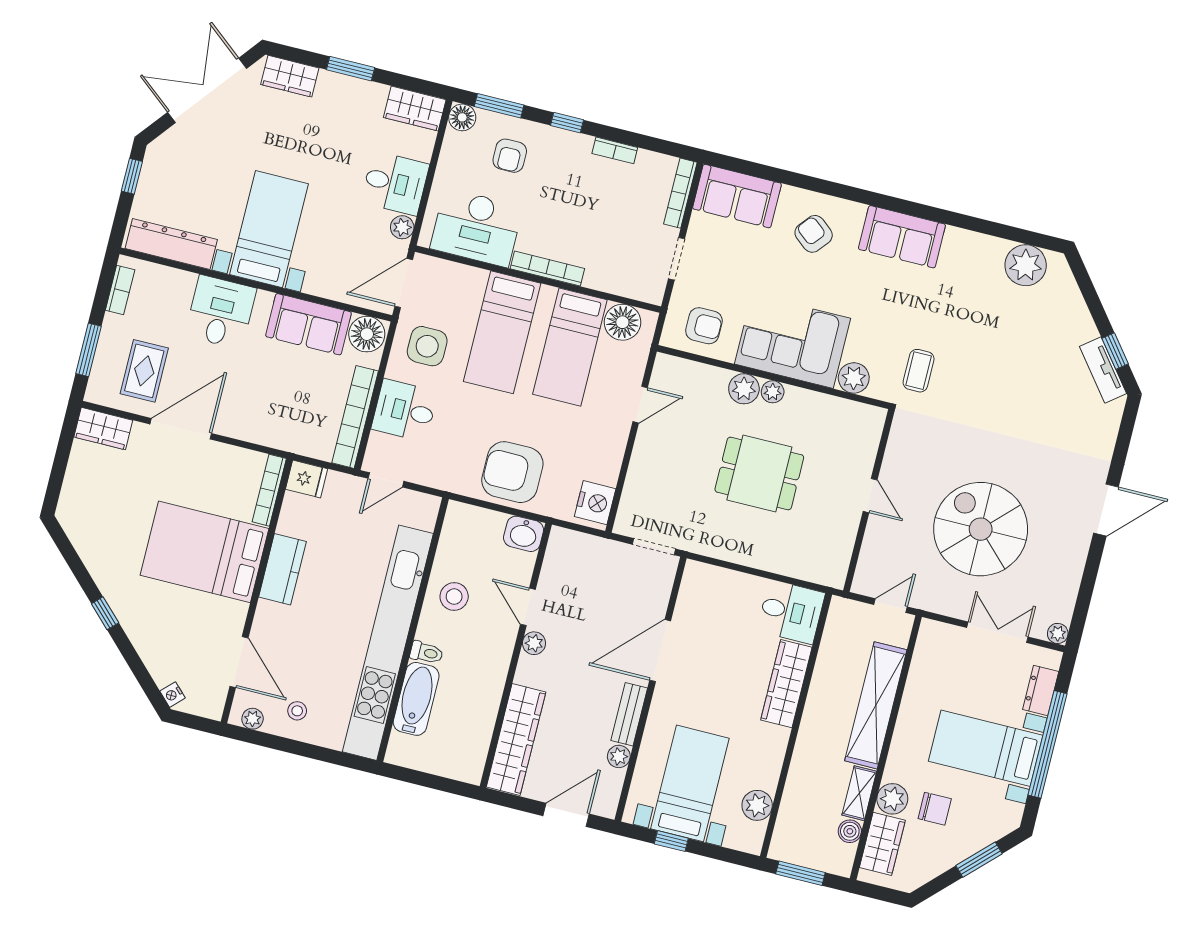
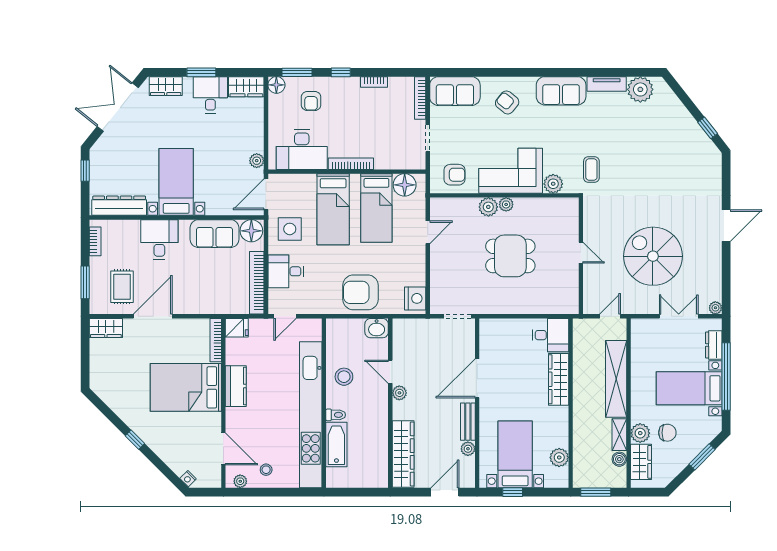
desk: (395, 183) -> (210, 95), moved, turned -90
tv unit: (1103, 370) -> (607, 84), moved, turned -52

